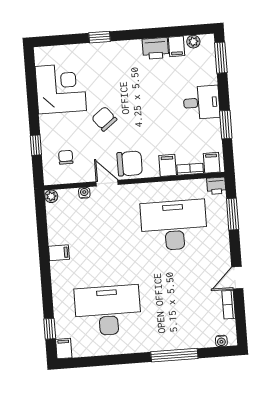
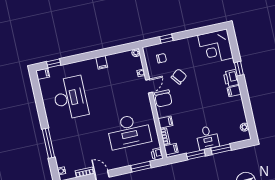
filing cabinet: (177, 46) -> (234, 91), moved
printer: (155, 48) -> (231, 78), moved
window: (221, 58) -> (221, 149), moved
corner desk: (61, 89) -> (215, 47), moved, turned 90
chair: (104, 119) -> (179, 77), moved
desk: (174, 225) -> (129, 131), turned 90

